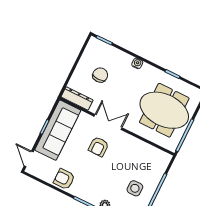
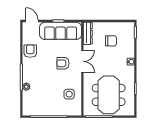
door: (29, 159) -> (32, 21), hinge flipped
side table: (135, 188) -> (69, 94), moved

